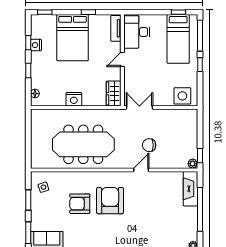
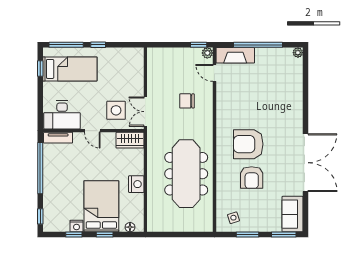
window: (88, 12) -> (40, 168), width x3.17
bed: (73, 38) -> (101, 206), moved, turned -90
side table: (182, 96) -> (116, 110), moved
chair: (149, 145) -> (187, 101), turned 90
door: (141, 170) -> (214, 73), moved

